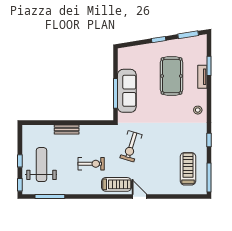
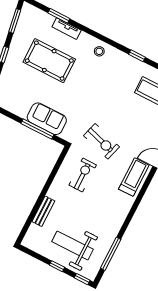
sofa: (127, 91) -> (47, 119), width x0.73
bench: (67, 129) -> (43, 211), moved
exercise bike: (91, 164) -> (83, 175), moved

